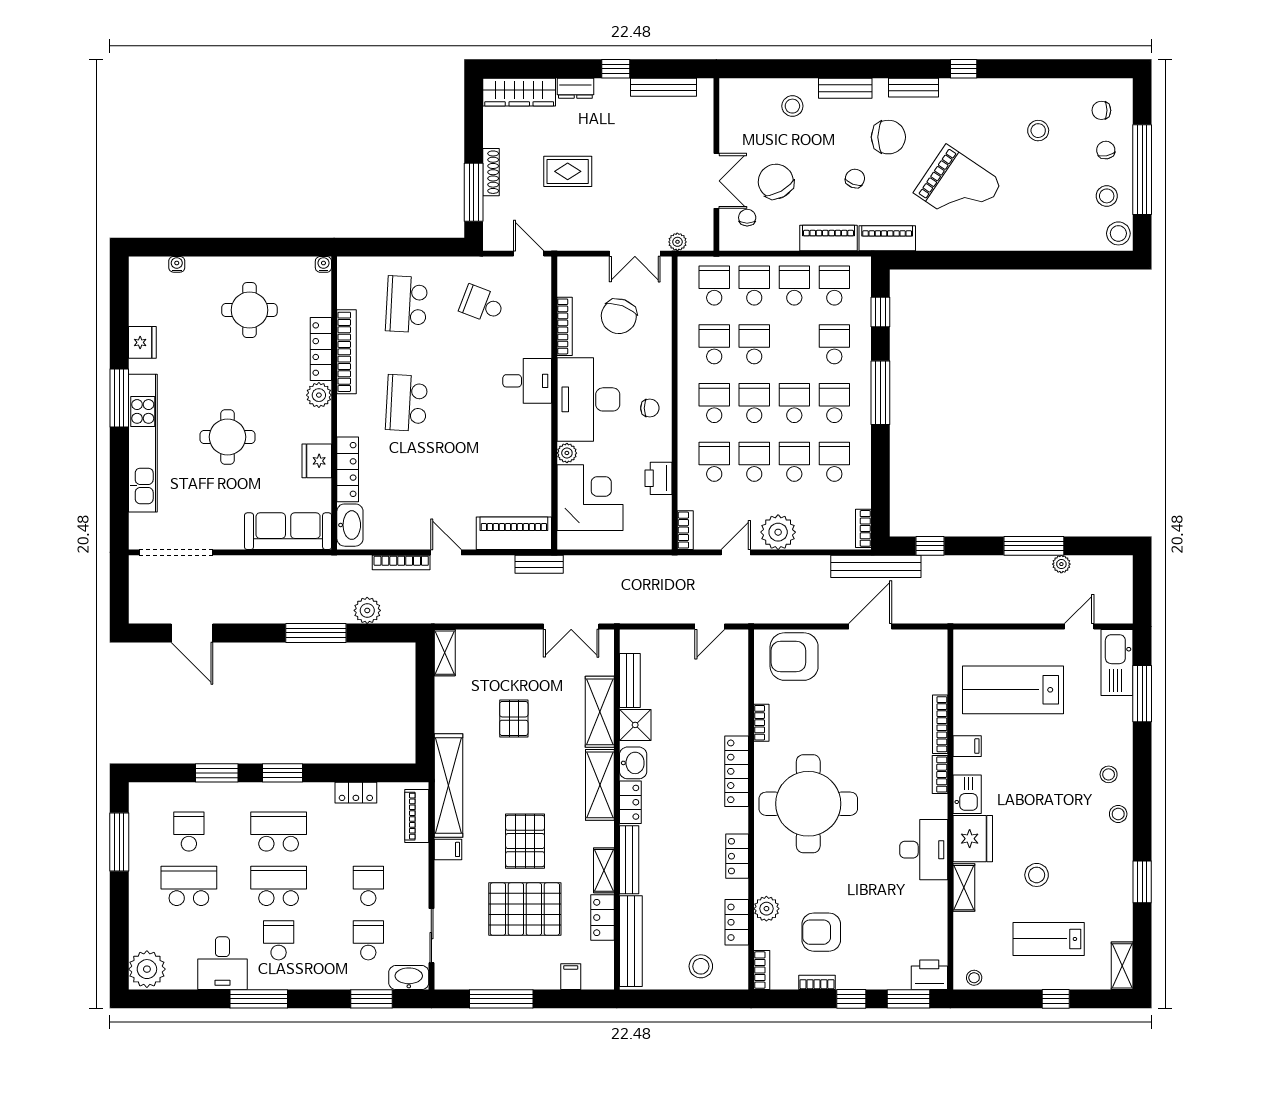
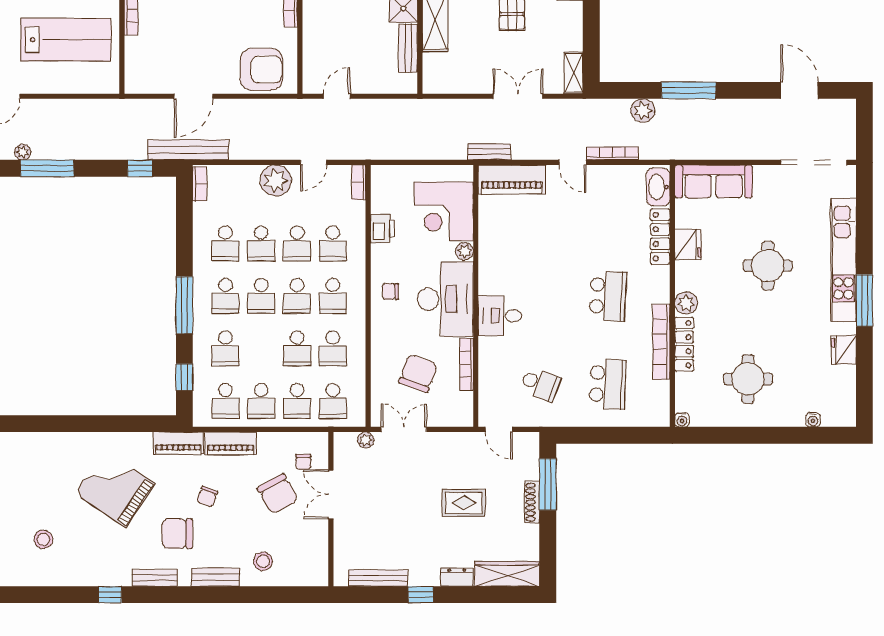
double door: (571, 627) -> (518, 96), moved

